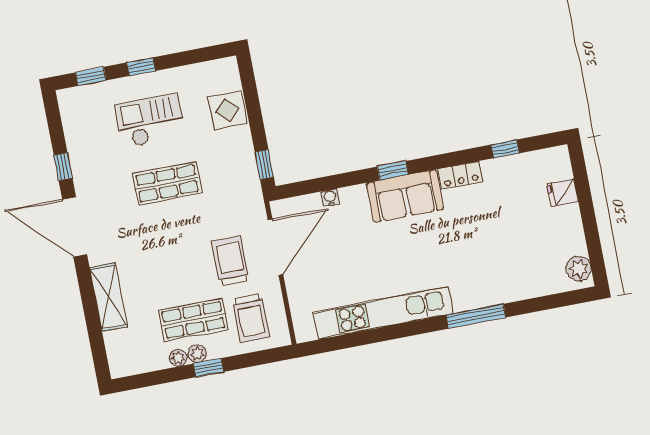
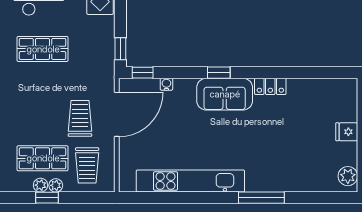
window: (505, 149) -> (143, 73), moved
fridge: (563, 193) -> (347, 132), moved
plant: (178, 358) -> (56, 185), moved

